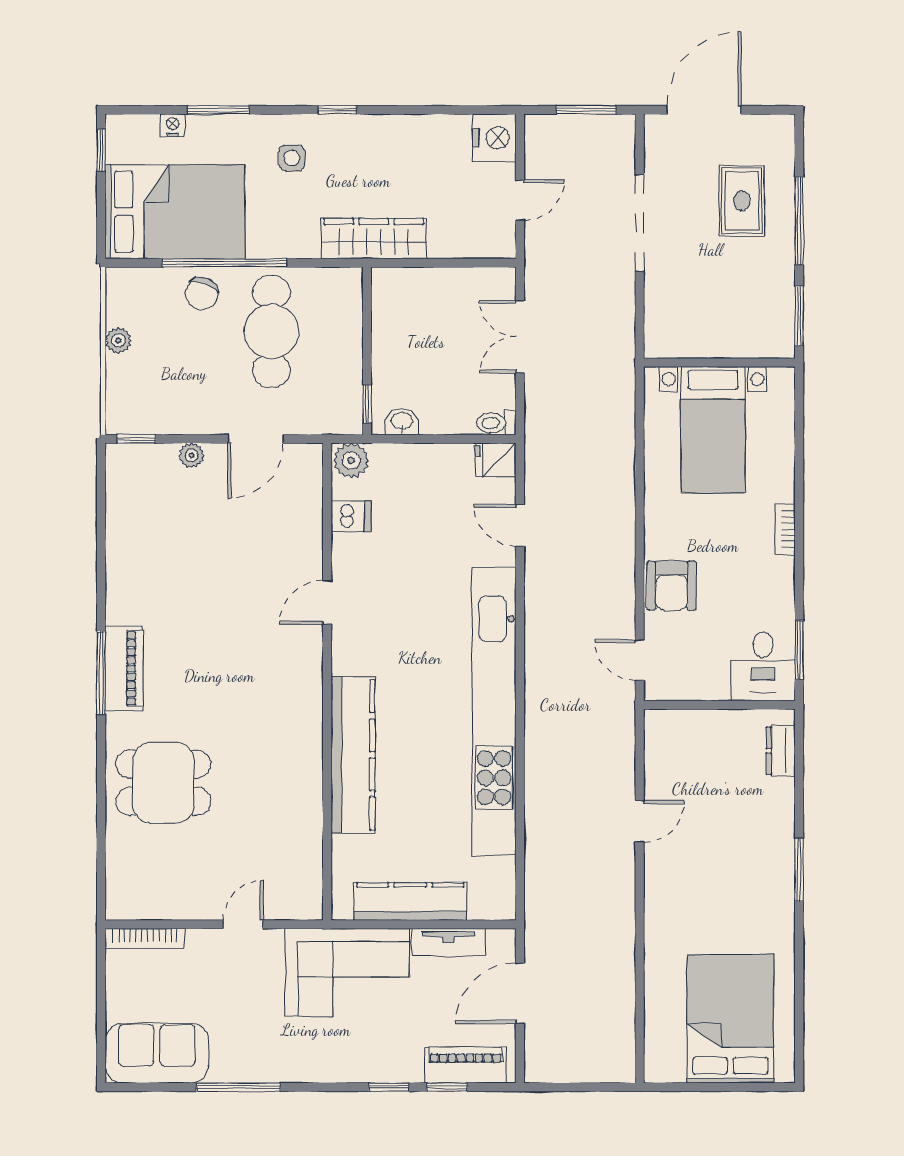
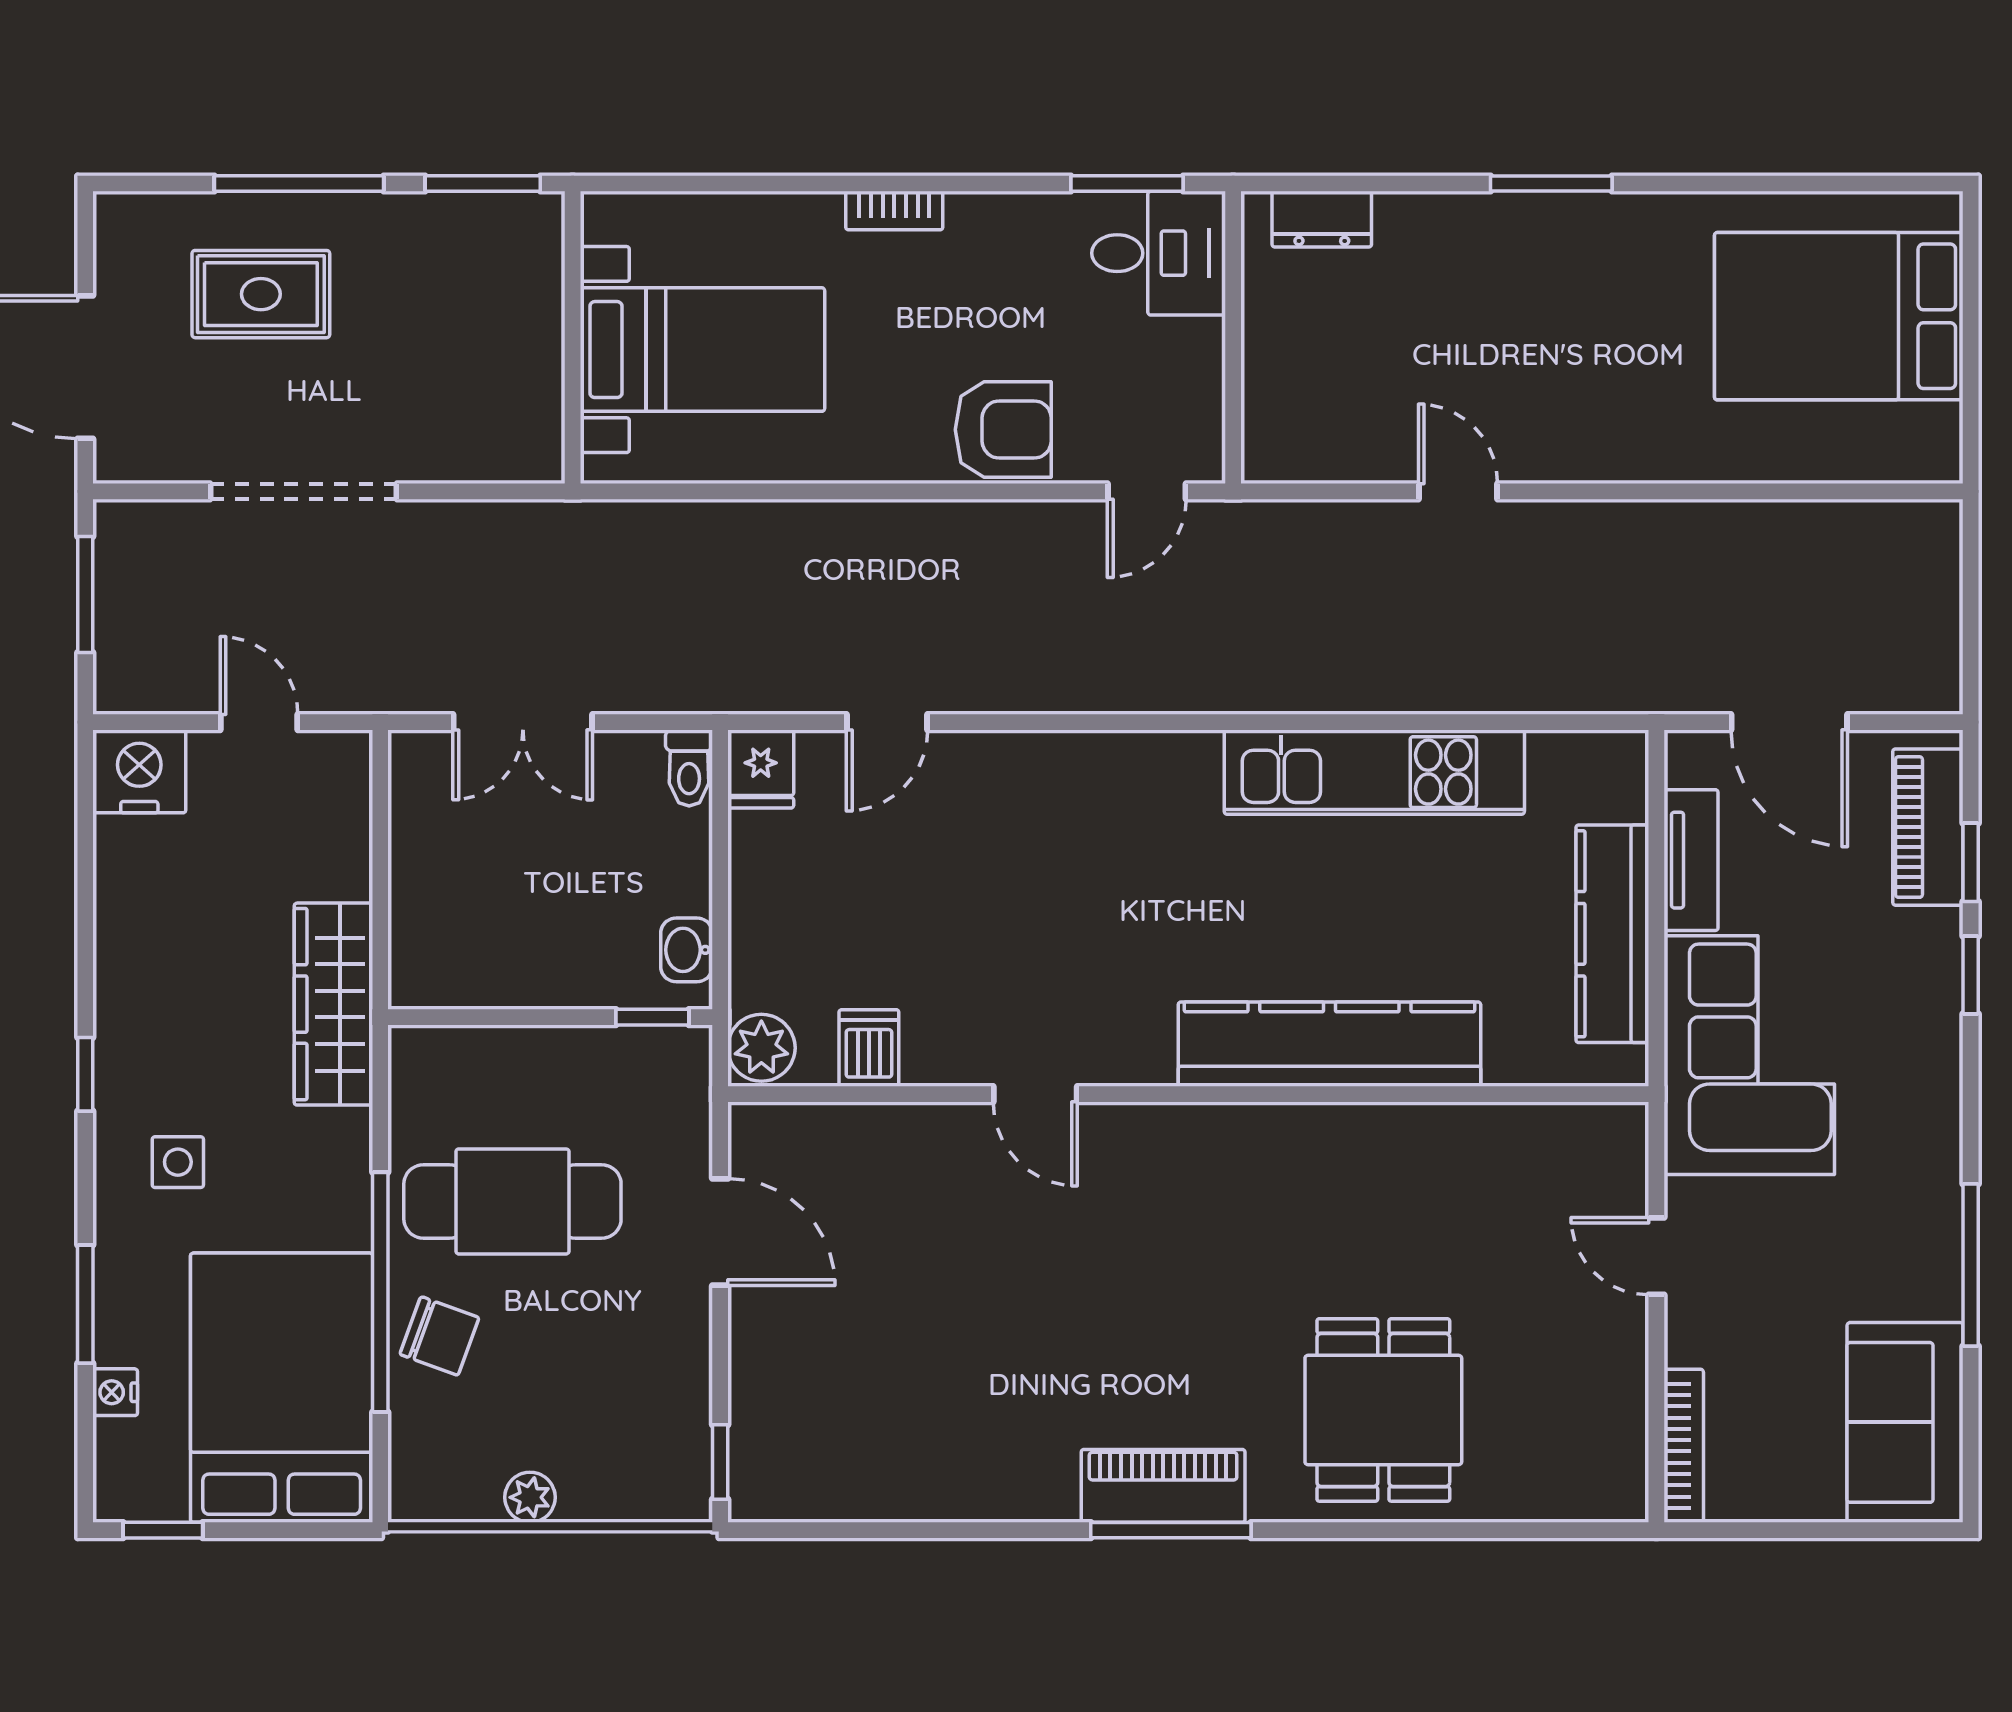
plant: (192, 455) -> (752, 1356), removed
kitchen unit: (494, 711) -> (1374, 772), width x0.54

